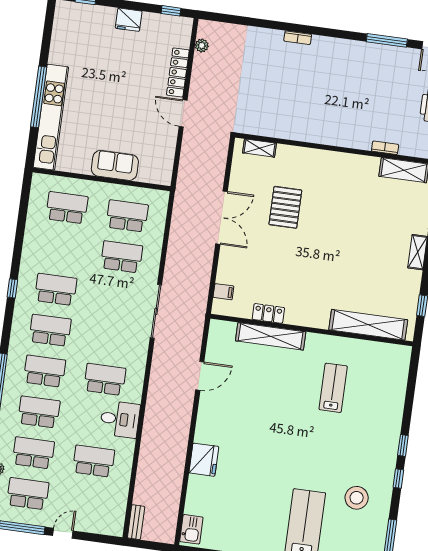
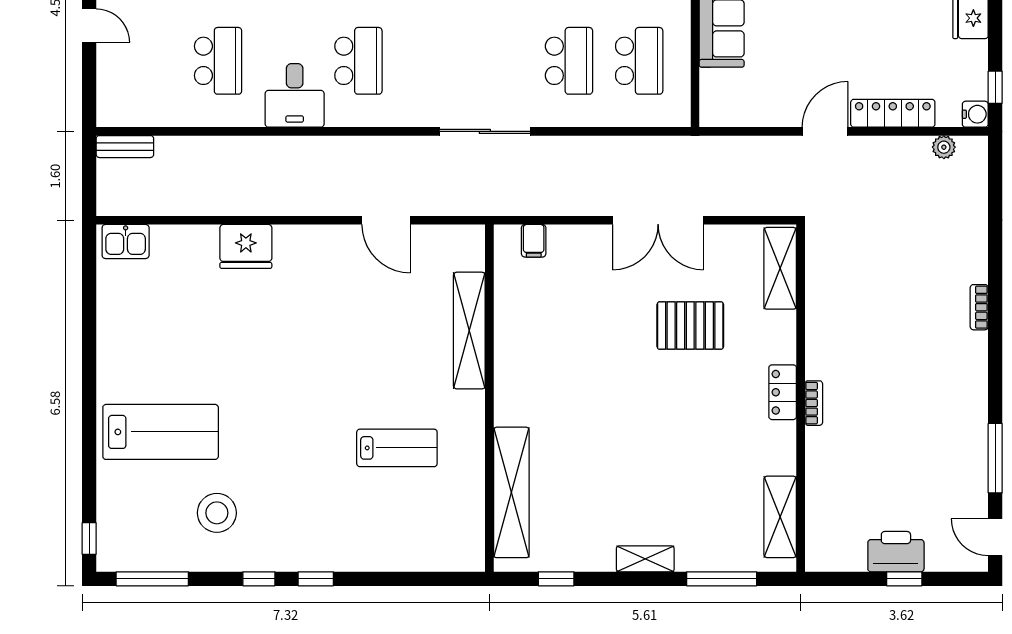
water cooler: (185, 25) -> (975, 114), added
shelving: (259, 148) -> (780, 268), width x1.50, depth x1.33
bookcase: (385, 148) -> (814, 403), moved
locker: (268, 313) -> (783, 392), moved, turned 180

